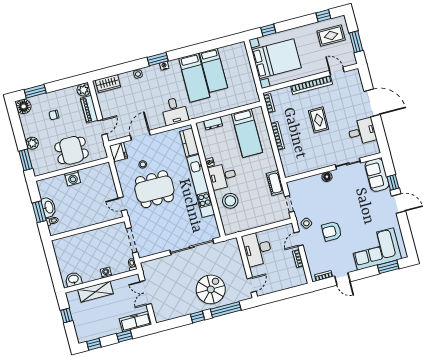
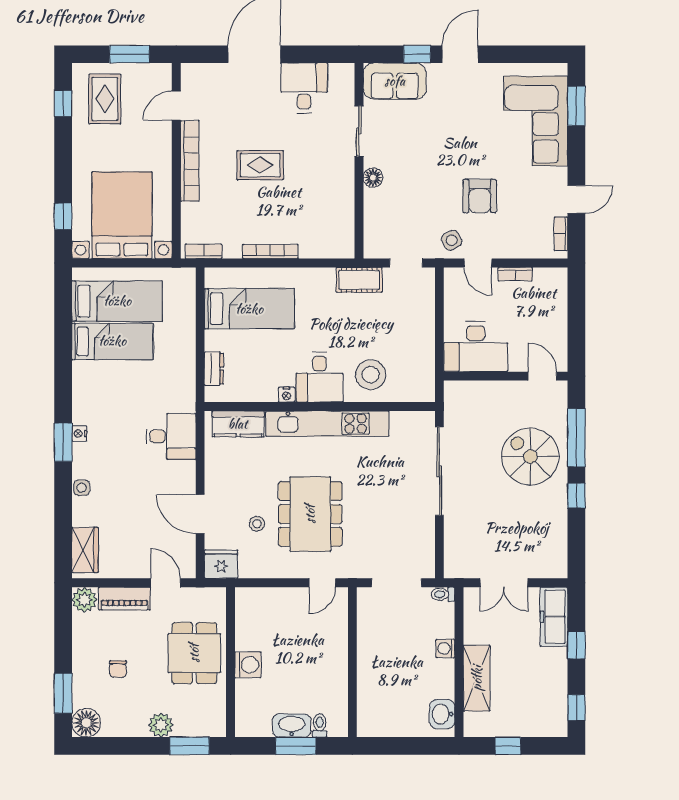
bed: (194, 78) -> (117, 301), moved

